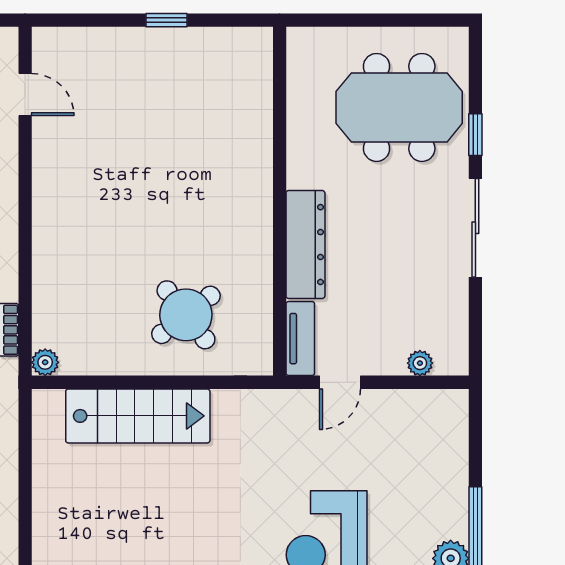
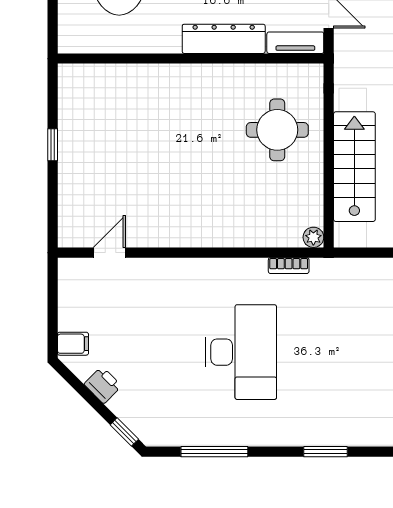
round table: (186, 315) -> (277, 130), turned 38

